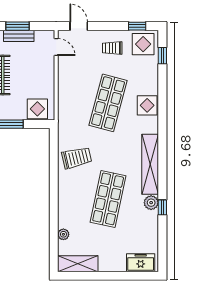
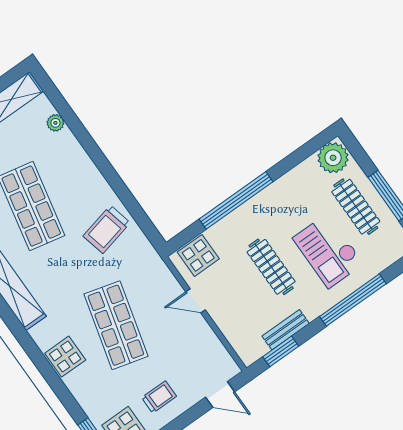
window: (17, 26) -> (281, 351), moved
door: (56, 47) -> (196, 301), moved

